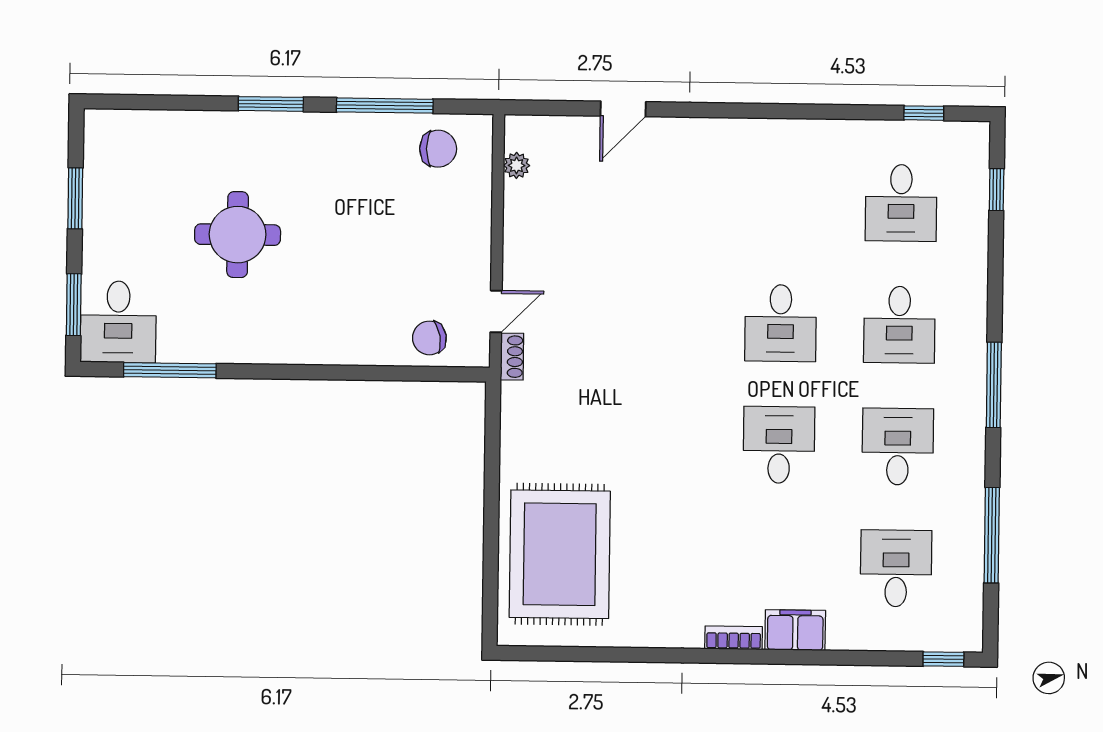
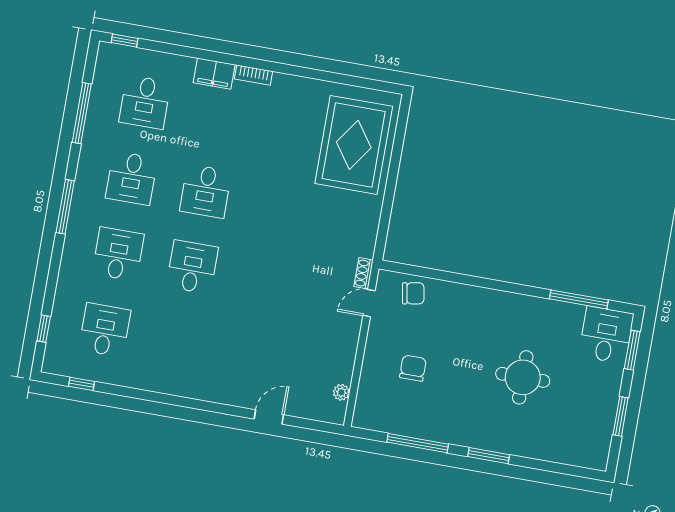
chair: (438, 149) -> (413, 368), moved, turned 90

